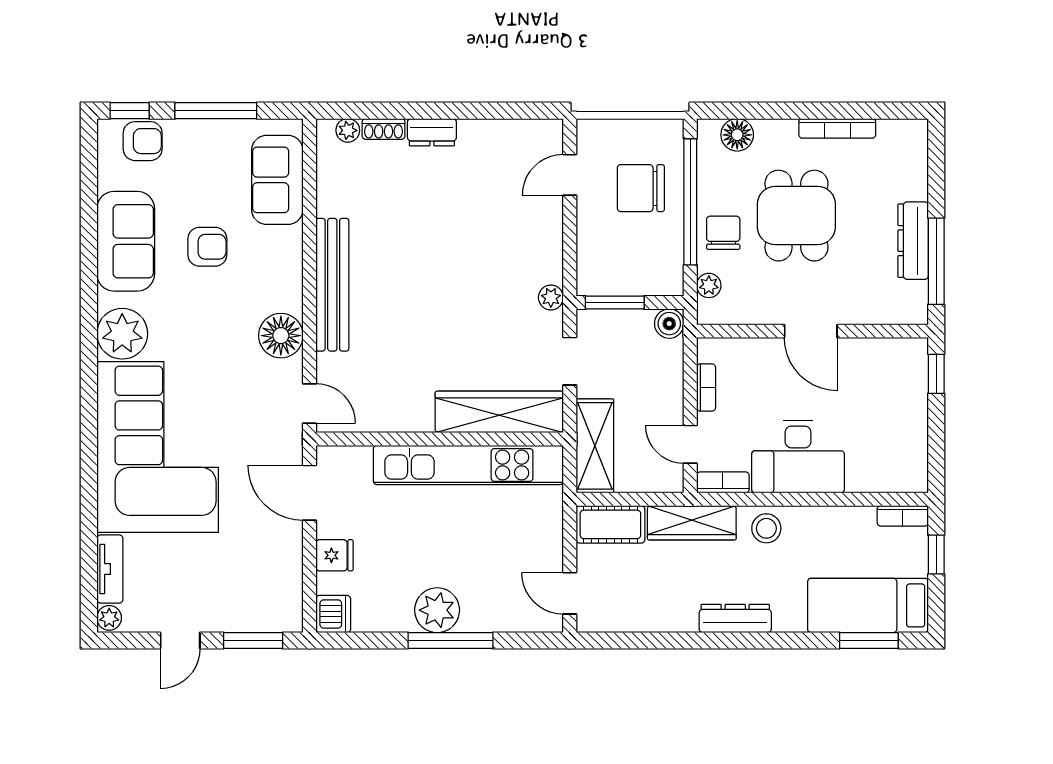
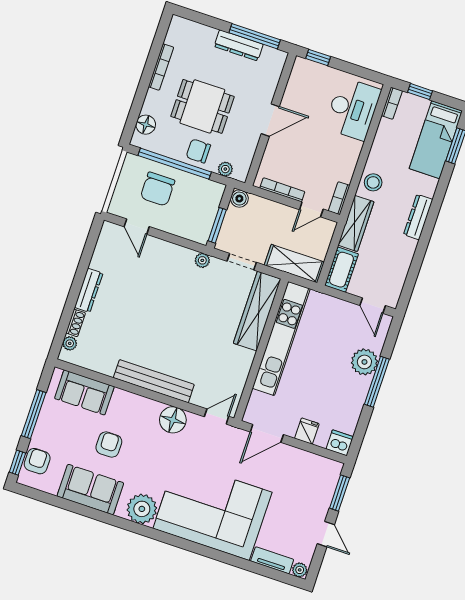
dresser: (432, 132) -> (89, 290), width x1.44
bookcase: (706, 387) -> (282, 190), width x1.56
desk: (798, 457) -> (353, 109), moved
door: (570, 593) -> (373, 306), hinge flipped
plant: (437, 610) -> (364, 362), moved

